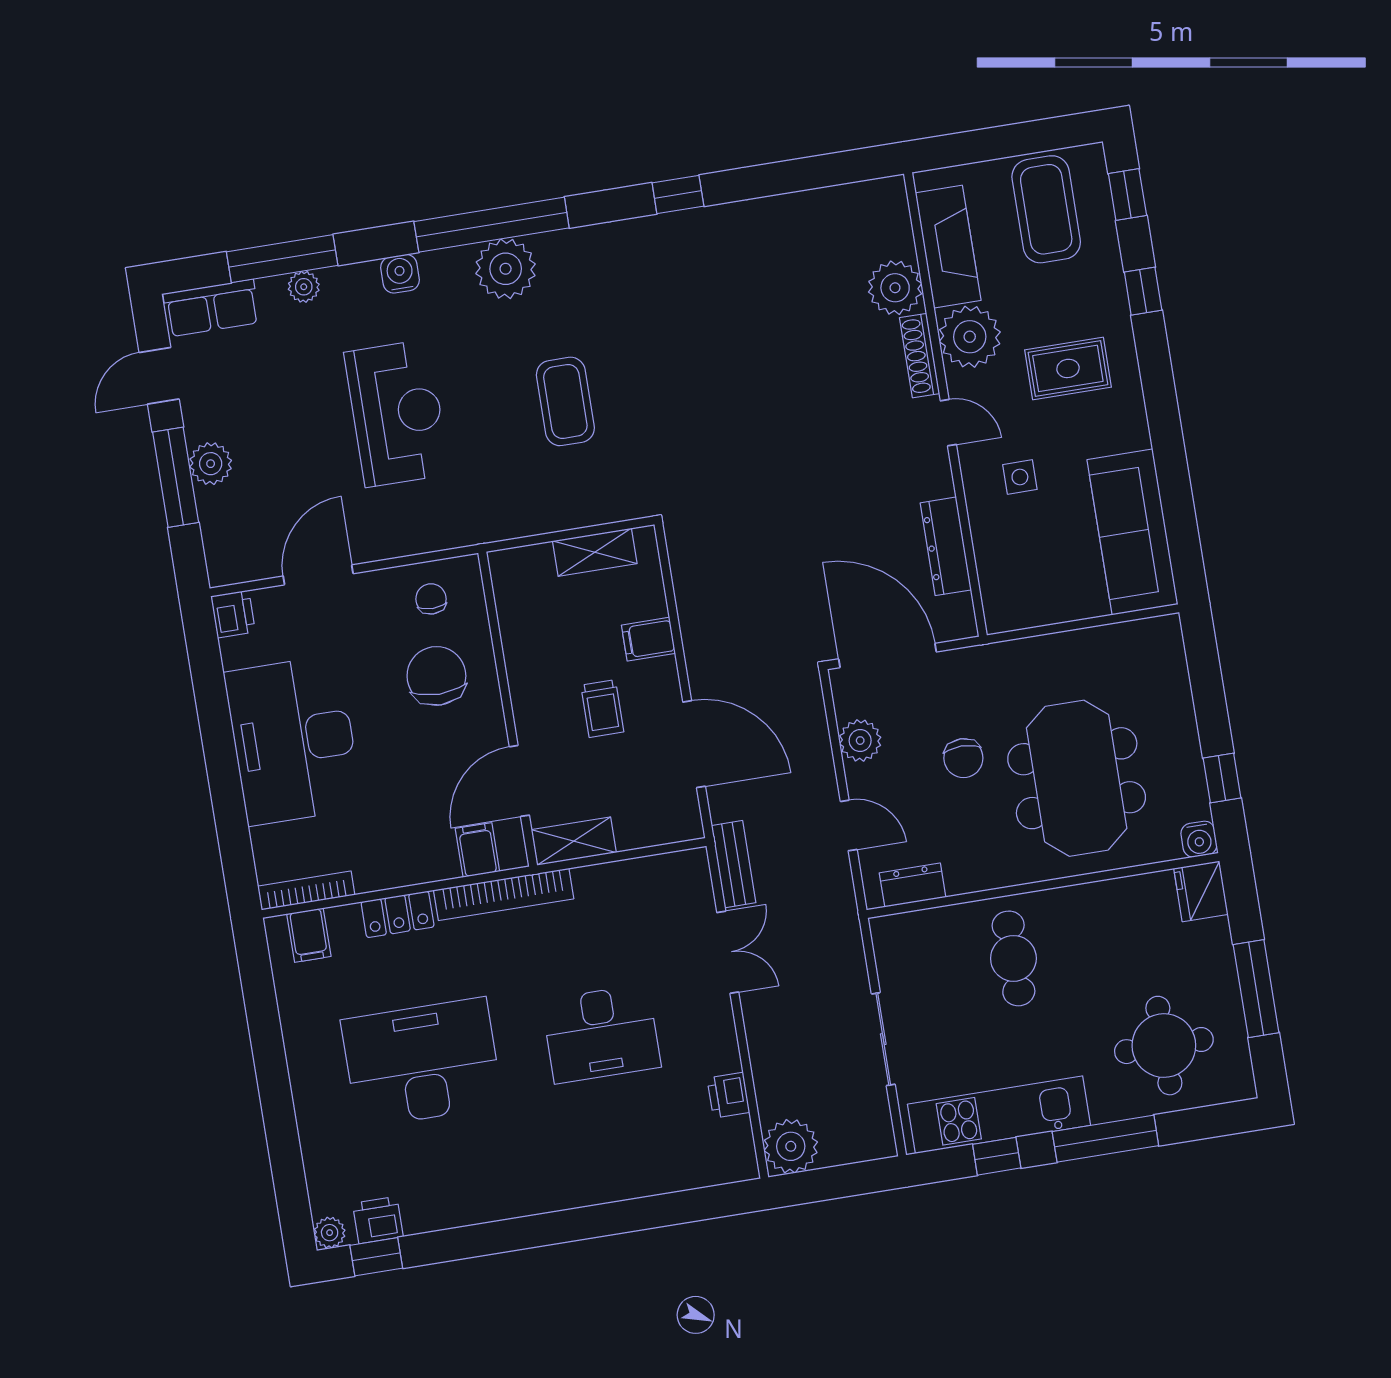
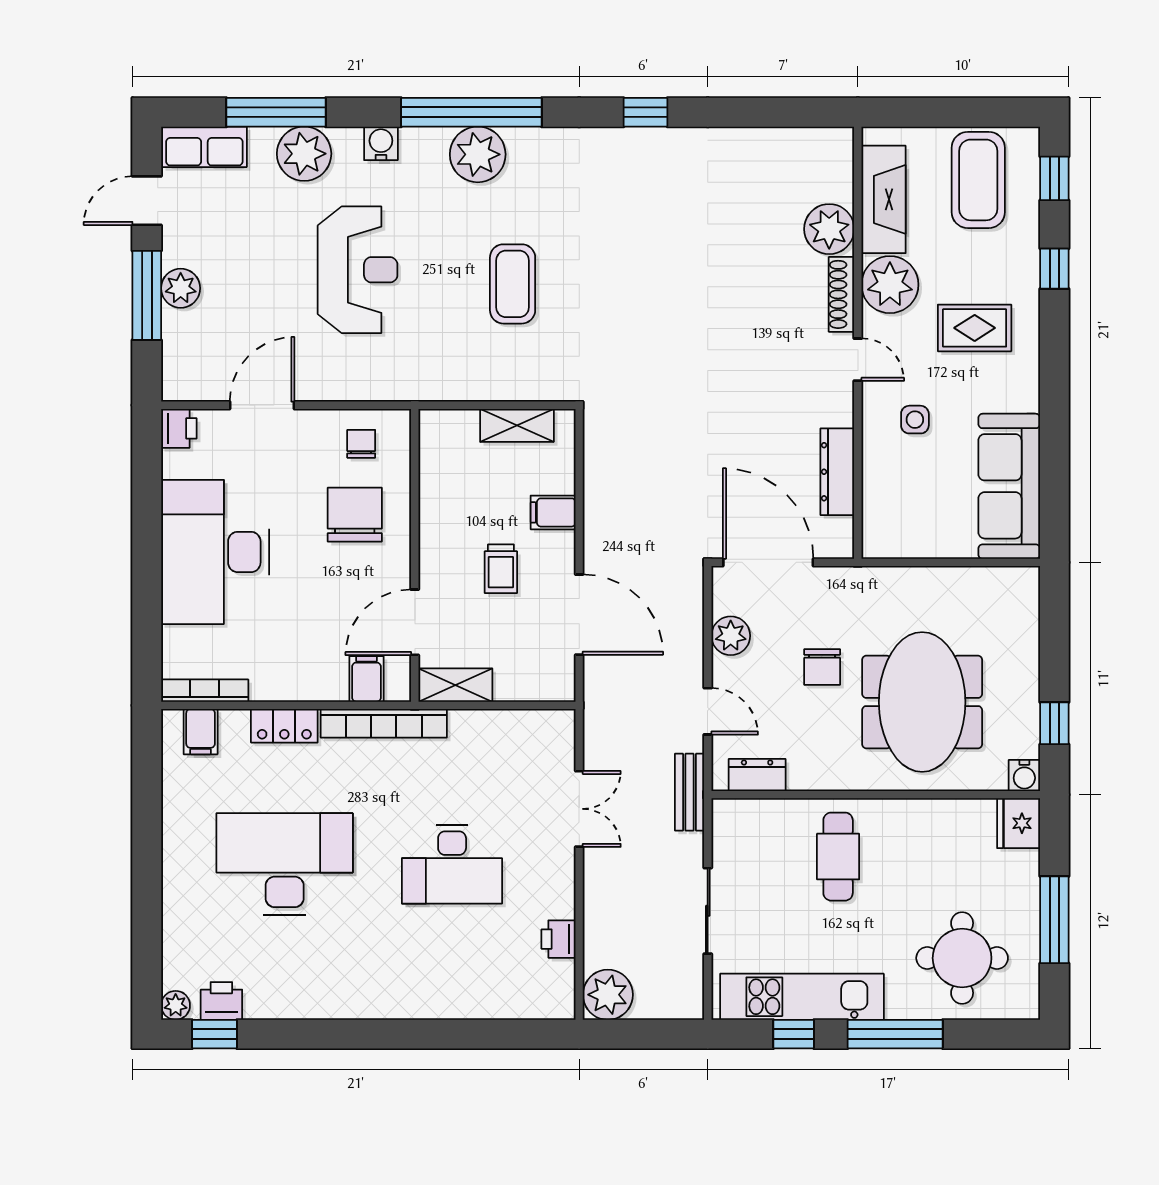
plant: (304, 287) -> (304, 154), width x1.87, depth x1.87
bench: (734, 864) -> (690, 792), moved

